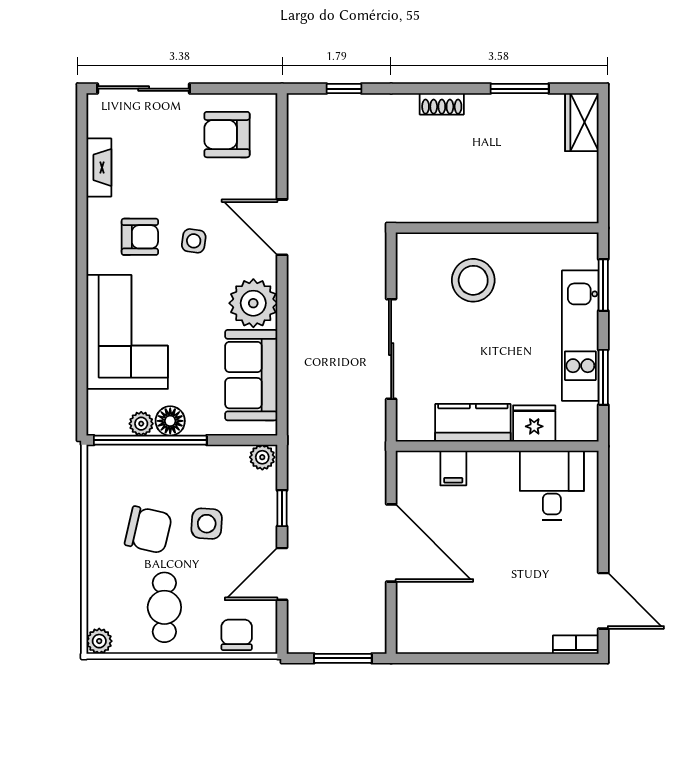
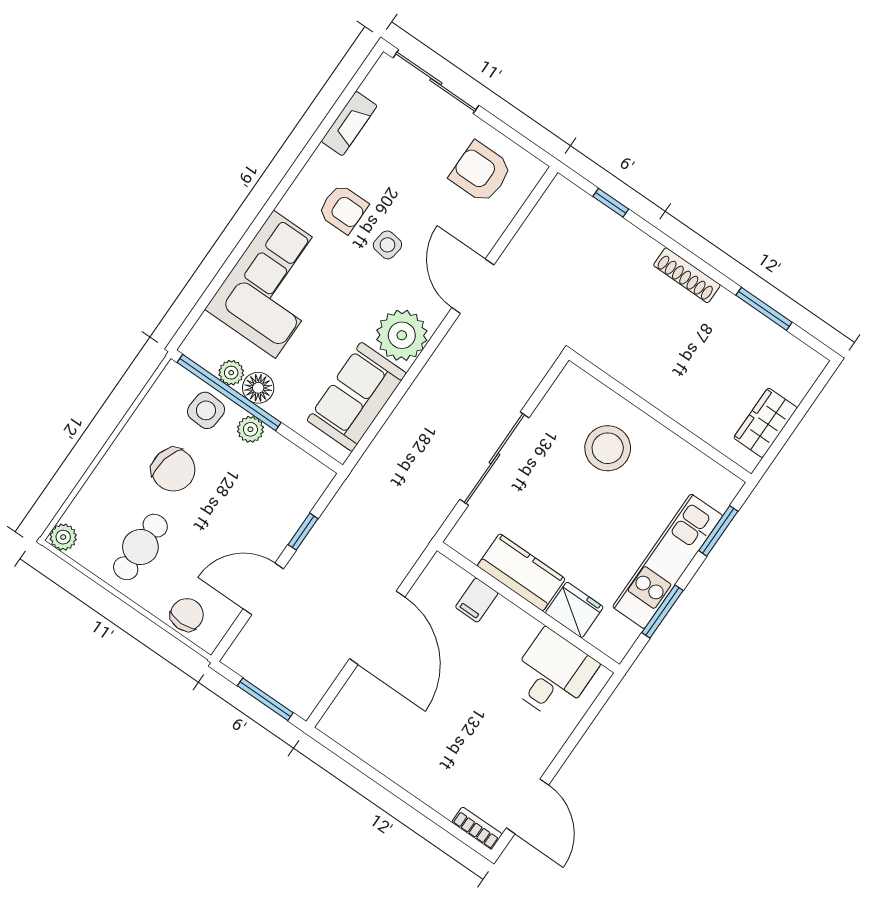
shoe rack: (442, 104) -> (687, 275), width x1.43
wardrobe: (582, 122) -> (766, 423), moved
plant: (262, 457) -> (250, 429), moved
side table: (207, 524) -> (206, 410), moved

